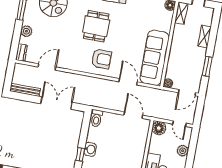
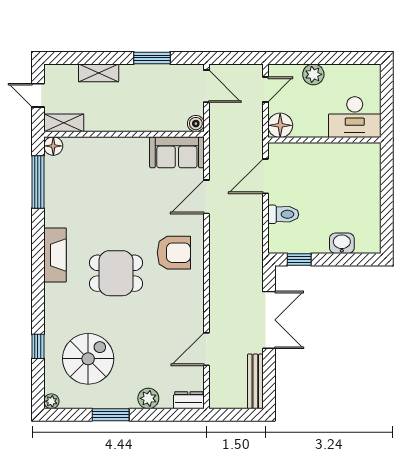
sofa: (155, 58) -> (177, 152), width x0.54, depth x0.79
armchair: (101, 59) -> (174, 253), turned 90
door: (47, 67) -> (206, 349), hinge flipped
double door: (56, 103) -> (269, 320), swing flipped
toilet: (96, 118) -> (283, 214), moved
window: (80, 154) -> (299, 260), moved

